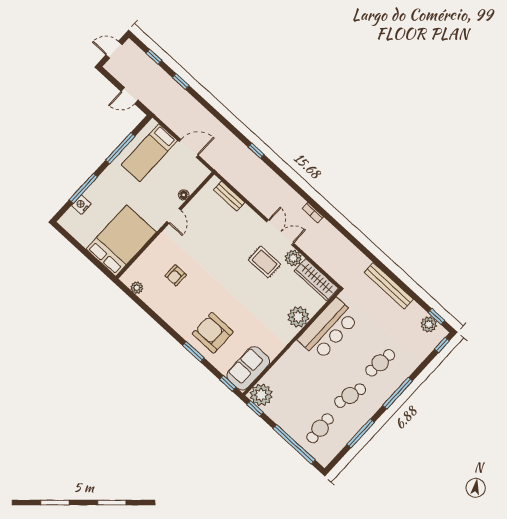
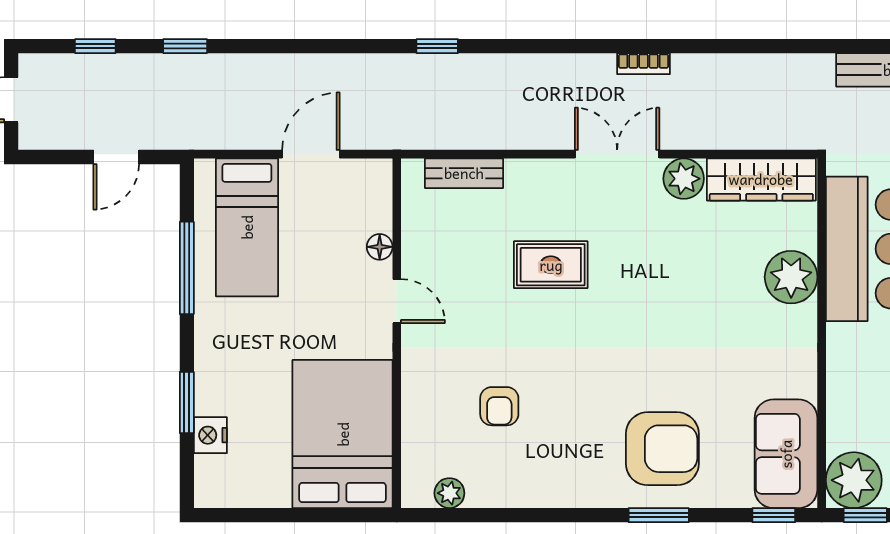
window: (83, 188) -> (187, 402), width x0.69
rug: (265, 262) -> (551, 265), moved
armchair: (213, 333) -> (662, 449), turned 180

